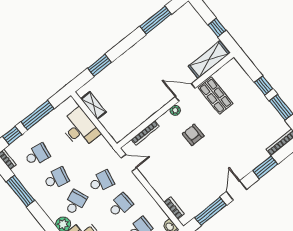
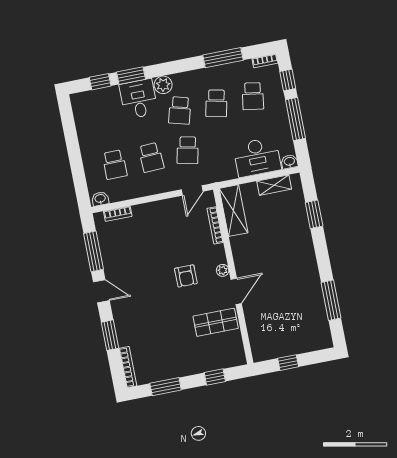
shelving: (209, 60) -> (234, 211), moved
window: (264, 85) -> (215, 377), moved
washbasin: (71, 103) -> (289, 162), added
armchair: (193, 135) -> (186, 276), turned 90
school desk: (75, 202) -> (180, 110), turned 36

